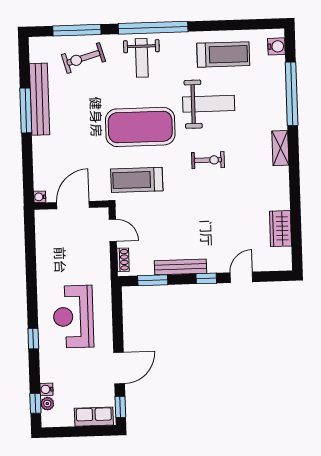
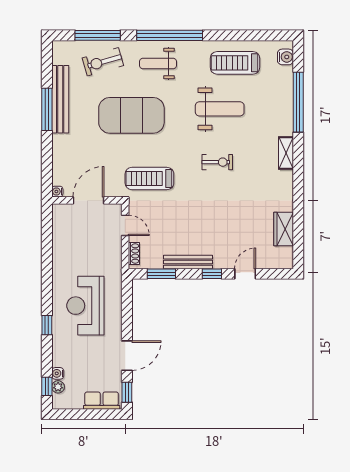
treadmill: (223, 54) -> (235, 63), turned 180
weight bench: (142, 58) -> (158, 64), turned 90
exercise mat: (140, 127) -> (131, 115), moved

